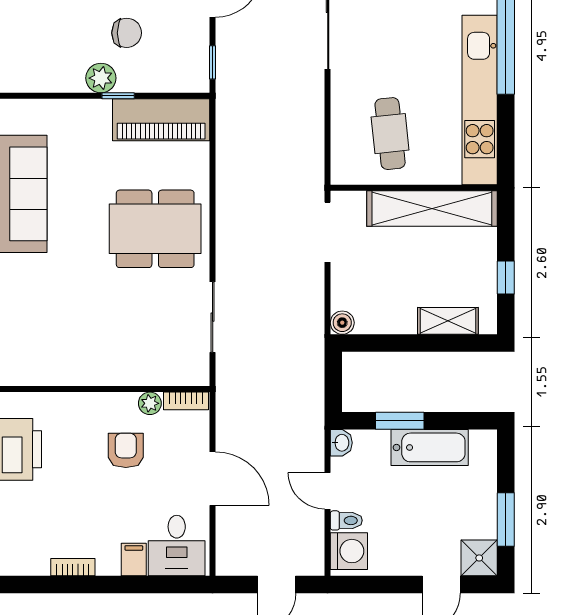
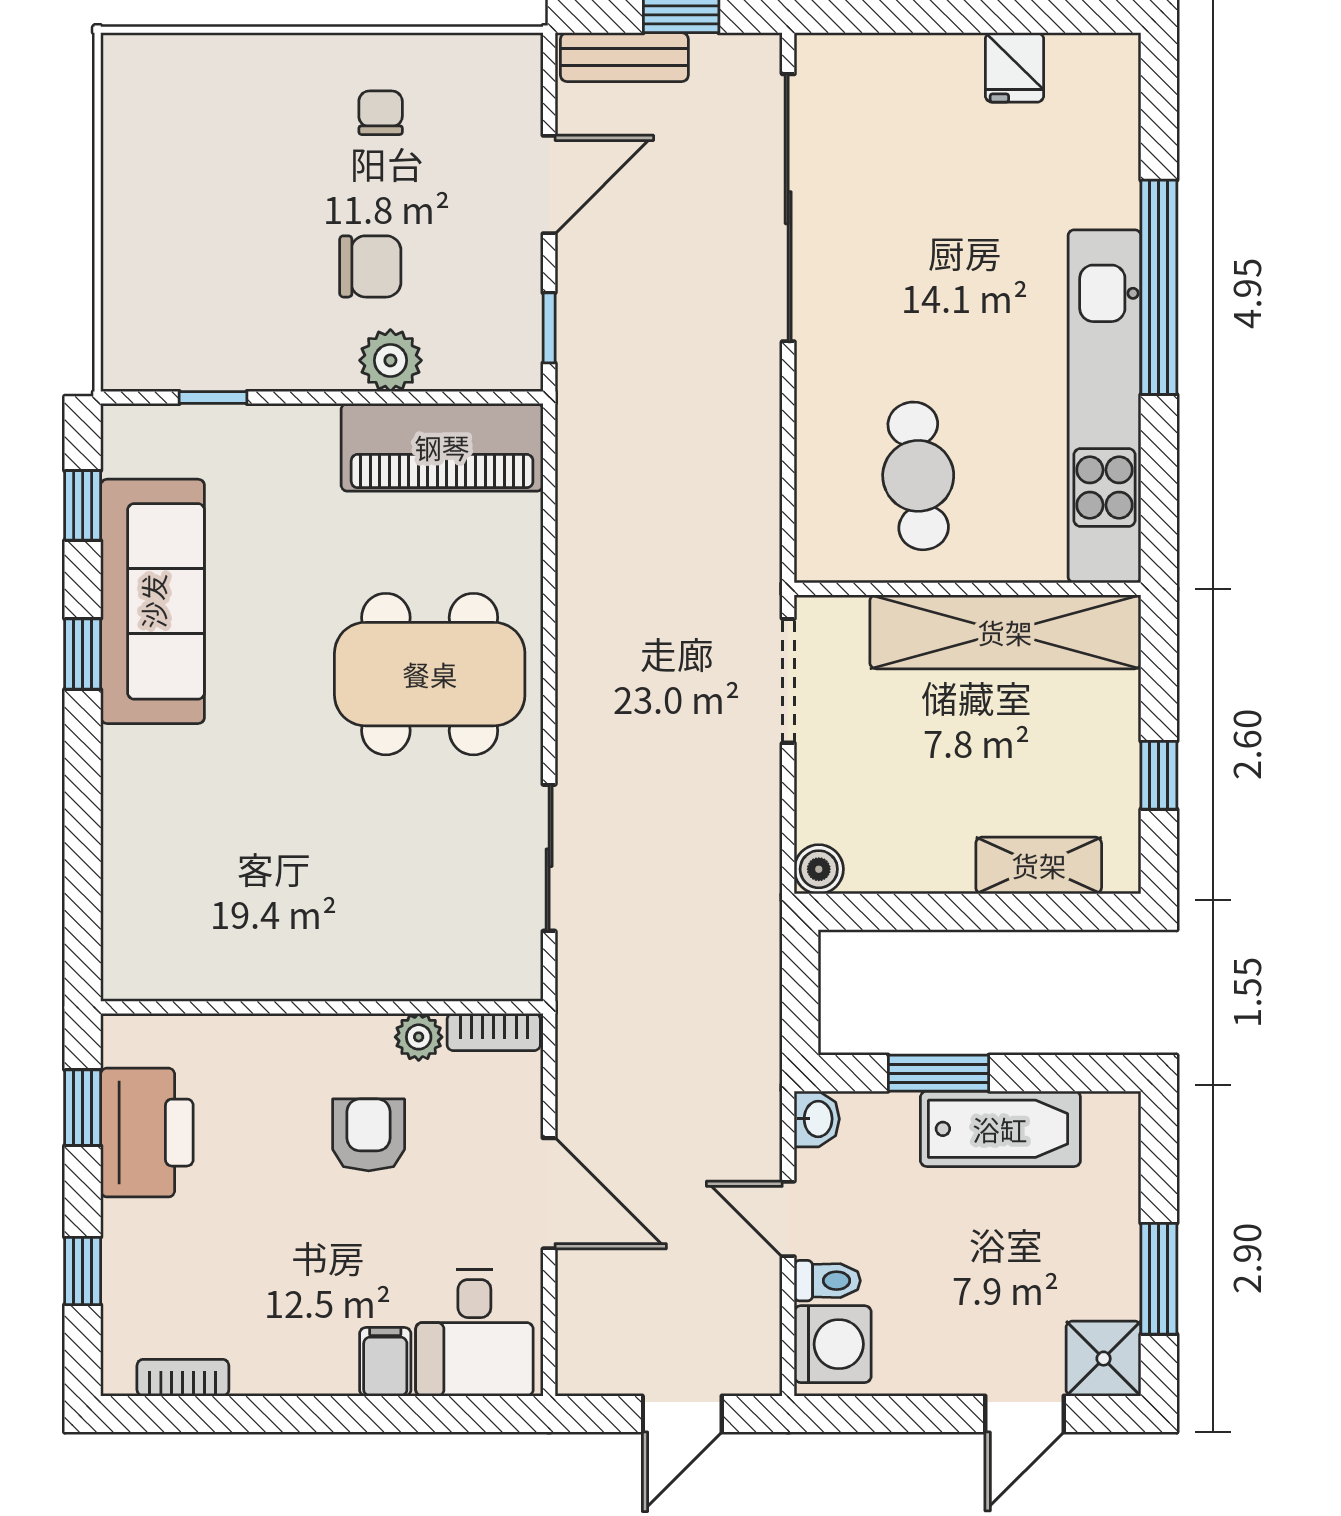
plant: (101, 78) -> (390, 360), moved
window: (118, 96) -> (213, 397), moved
bookcase: (73, 567) -> (183, 1378), moved

